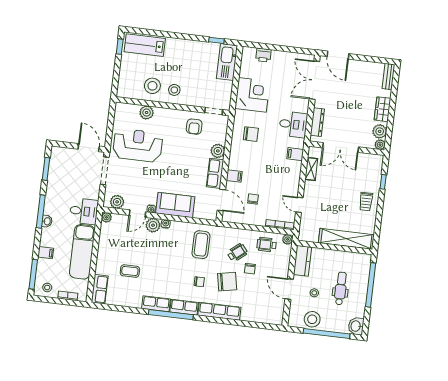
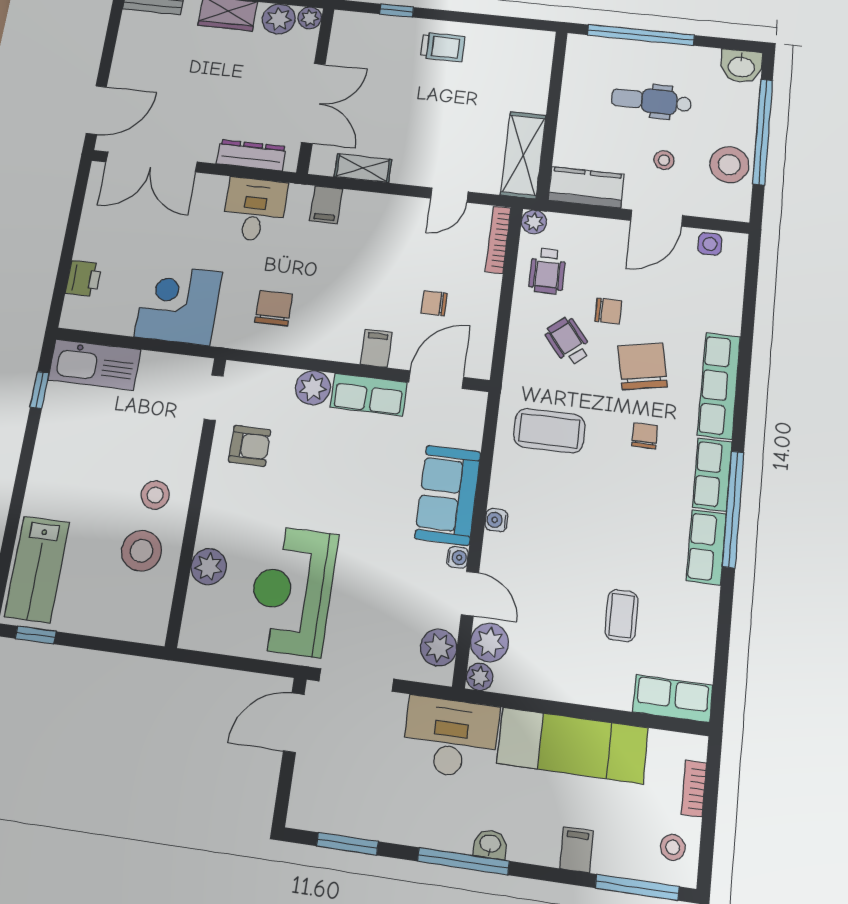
desk: (84, 211) -> (451, 737), width x1.37
plant: (153, 225) -> (490, 642), moved
shelving: (346, 239) -> (523, 155), moved, width x0.68
side table: (278, 310) -> (710, 244), added

